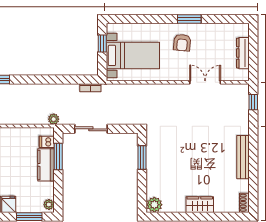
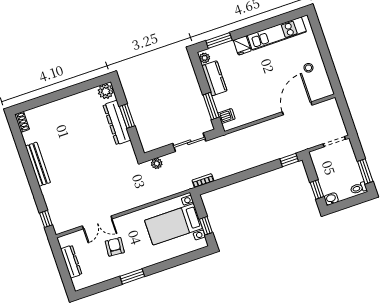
armchair: (182, 43) -> (115, 247), moved
plant: (54, 119) -> (157, 164), moved
window: (142, 157) -> (127, 116), moved
kitchen counter: (46, 165) -> (214, 78), moved
dresser: (154, 171) -> (117, 123), added
wardrobe: (200, 205) -> (63, 106), removed

